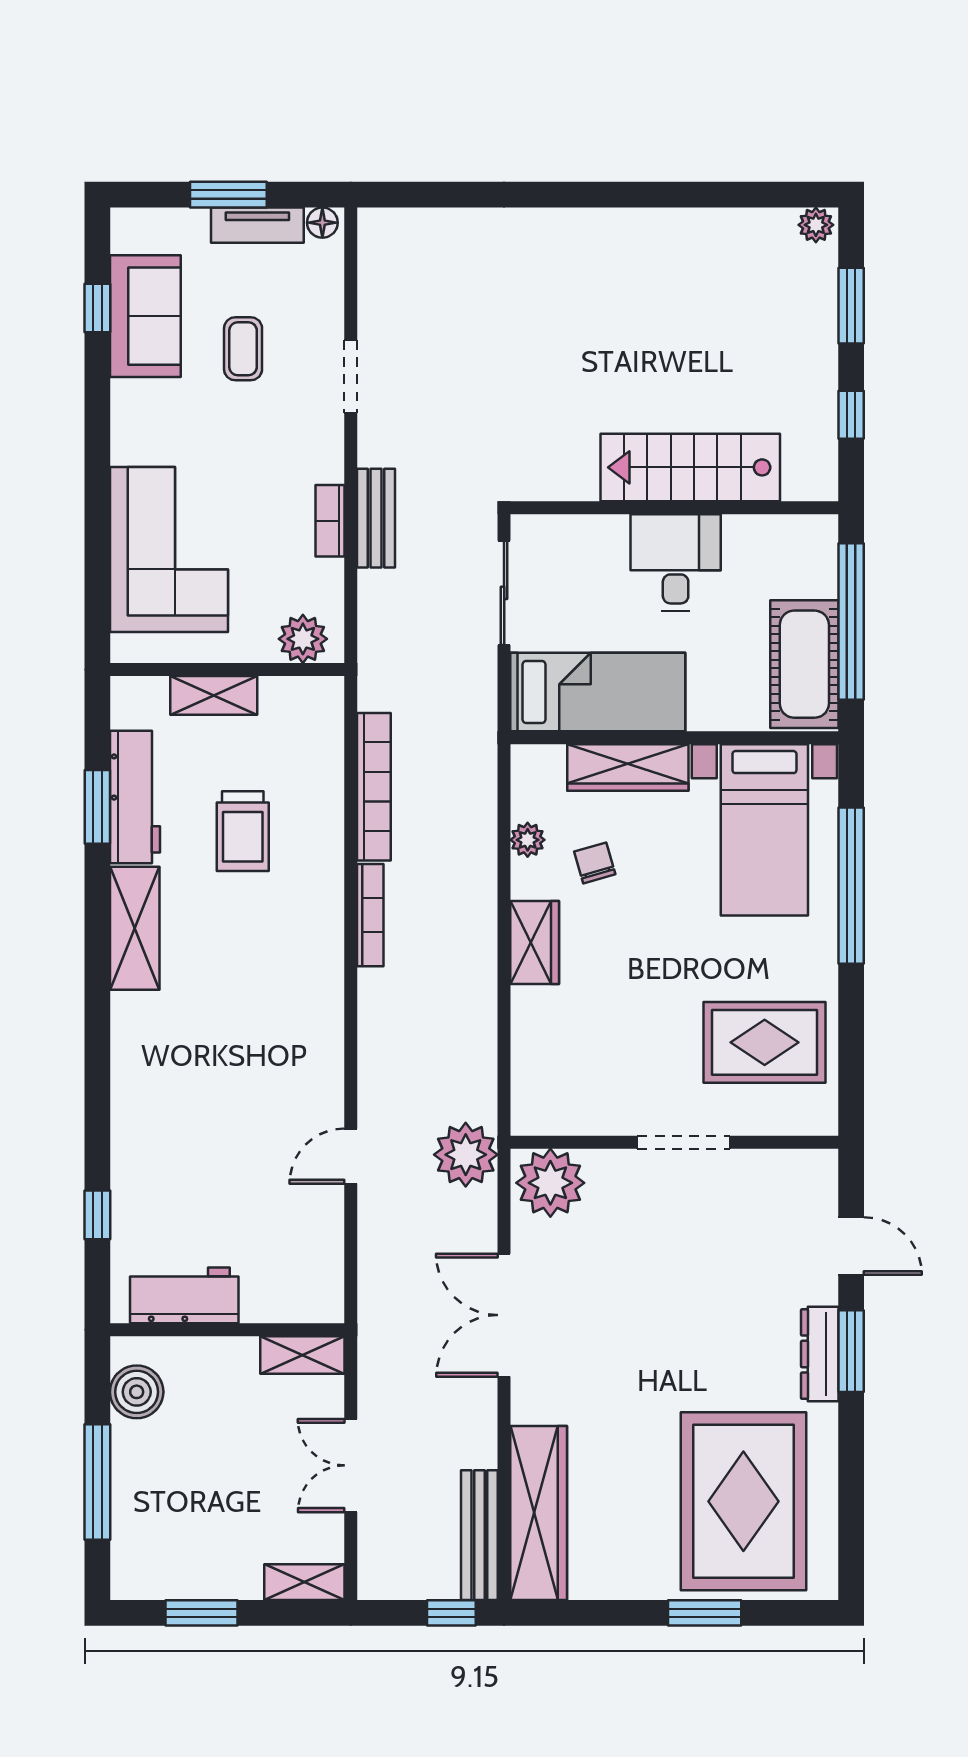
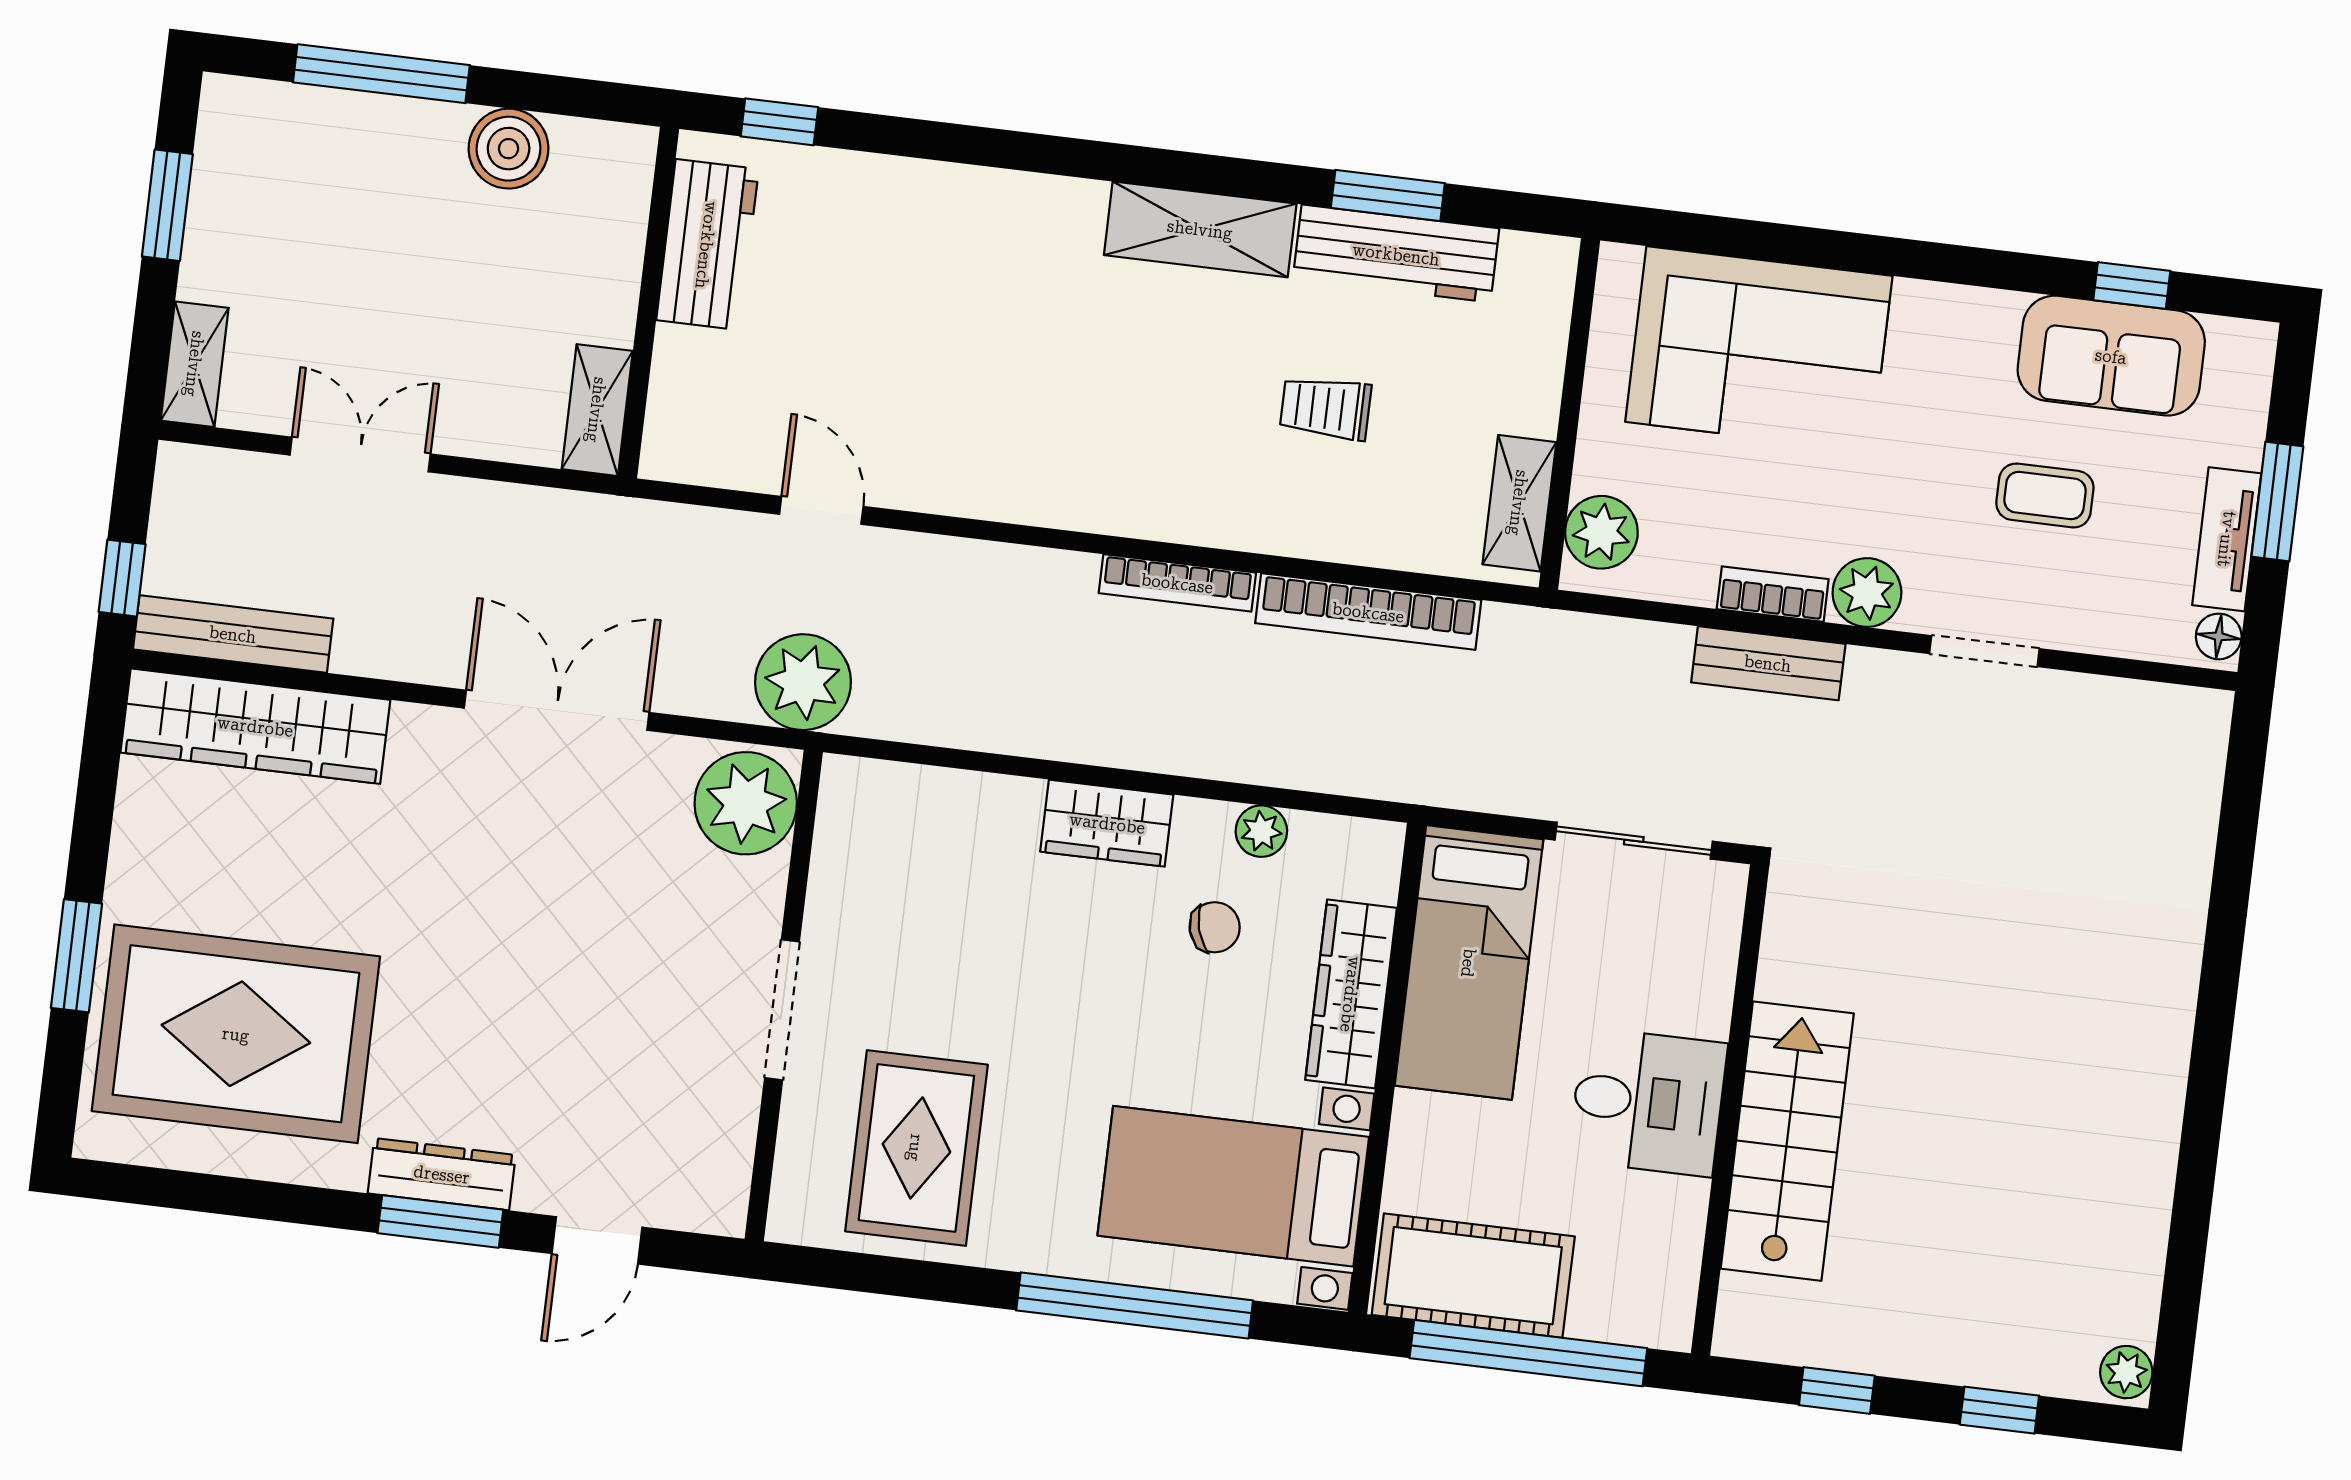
window: (851, 306) -> (1999, 1410), width x0.67
plant: (321, 459) -> (1867, 593), added
shelving: (214, 695) -> (1519, 503), moved
trolley: (243, 831) -> (1326, 408), width x0.73, depth x0.72
workbench: (184, 1295) -> (707, 245), moved
wall: (227, 1330) -> (648, 303), moved
shelving: (302, 1355) -> (597, 410), moved

